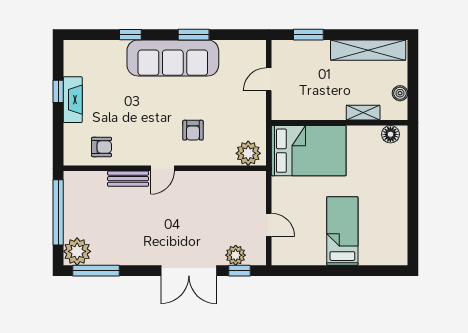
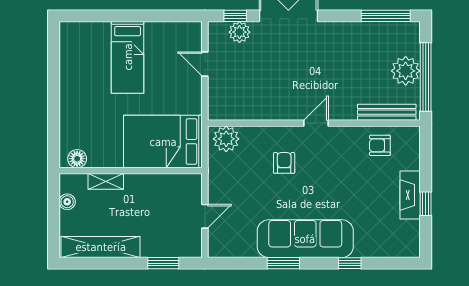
bench: (128, 179) -> (387, 112), moved, width x1.36
plant: (77, 251) -> (406, 71), moved

